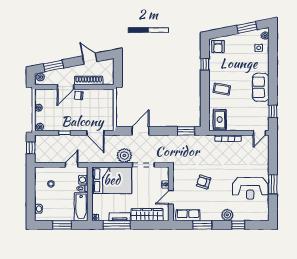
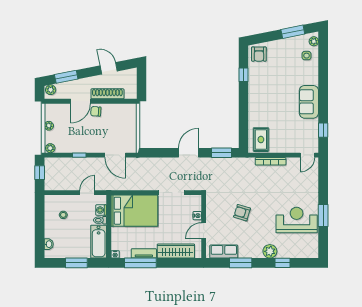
coffee table: (222, 89) -> (263, 104), removed
door: (140, 131) -> (189, 153), moved
plant: (124, 155) -> (149, 182), removed
reception desk: (250, 188) -> (297, 220), turned 180

